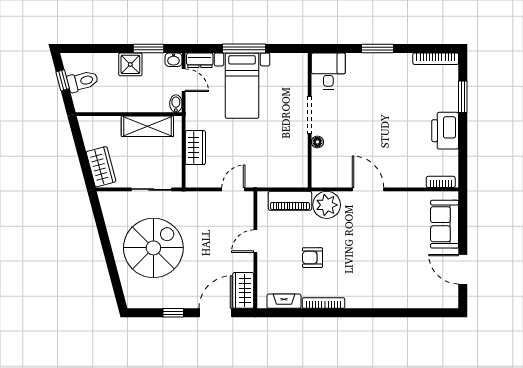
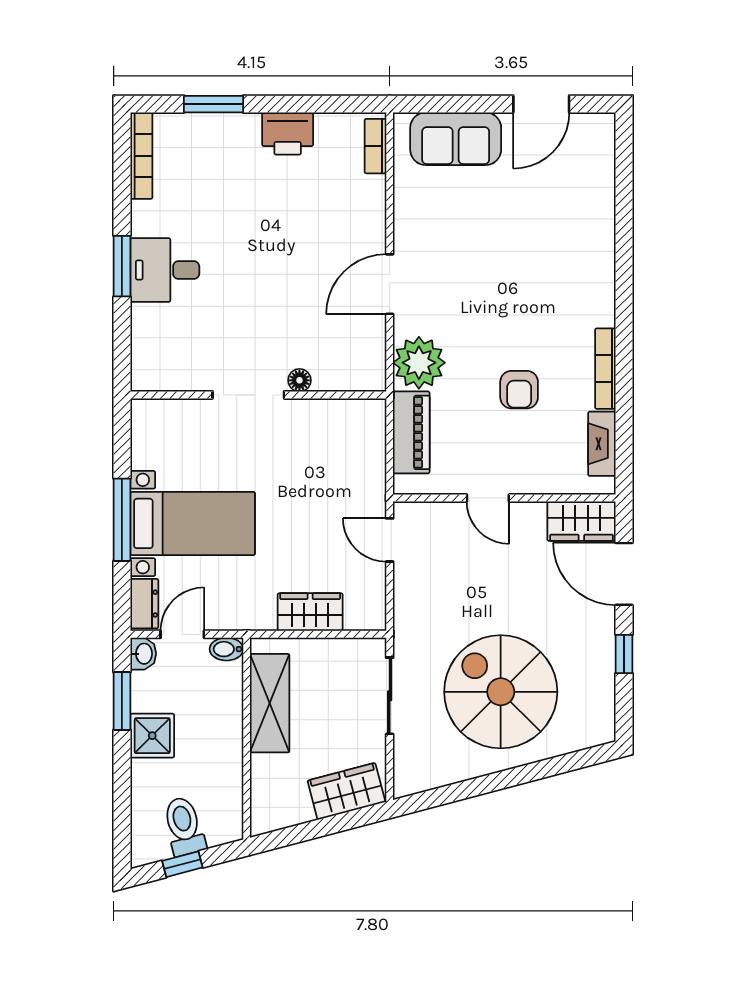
desk: (328, 71) -> (165, 270), moved
printer: (445, 131) -> (288, 133), width x0.73, depth x0.84

